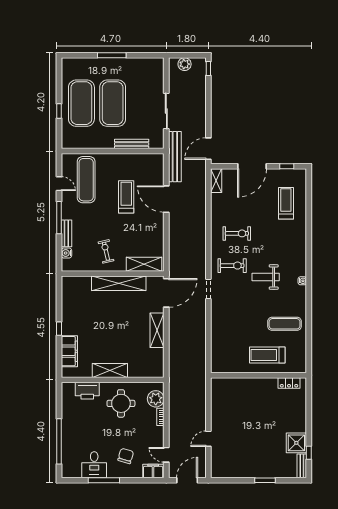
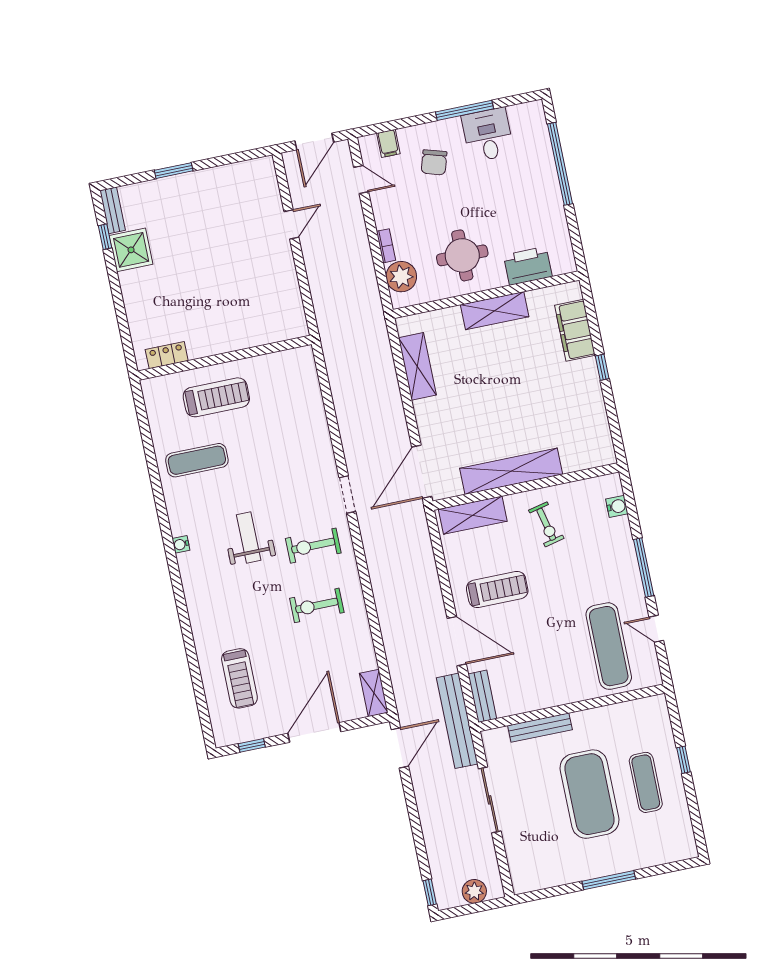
exercise mat: (81, 103) -> (646, 782), width x0.50, depth x0.69
treadmill: (126, 197) -> (497, 590), moved, turned -90
bench: (66, 233) -> (482, 696), moved
weight bench: (266, 277) -> (249, 538), turned -90
shelving: (157, 330) -> (417, 366), moved
filing cabinet: (153, 471) -> (388, 143), width x0.50

